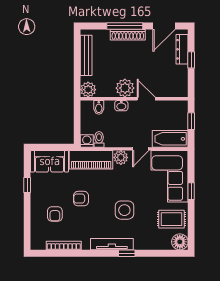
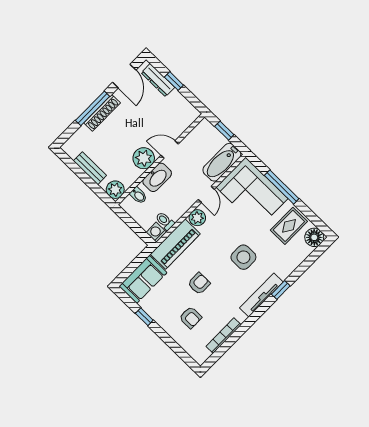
bench: (86, 55) -> (90, 168), width x0.73
washbasin: (121, 106) -> (157, 177), width x1.91, depth x1.45
window: (191, 191) -> (282, 187), width x2.17
armchair: (81, 199) -> (199, 284), turned 180

